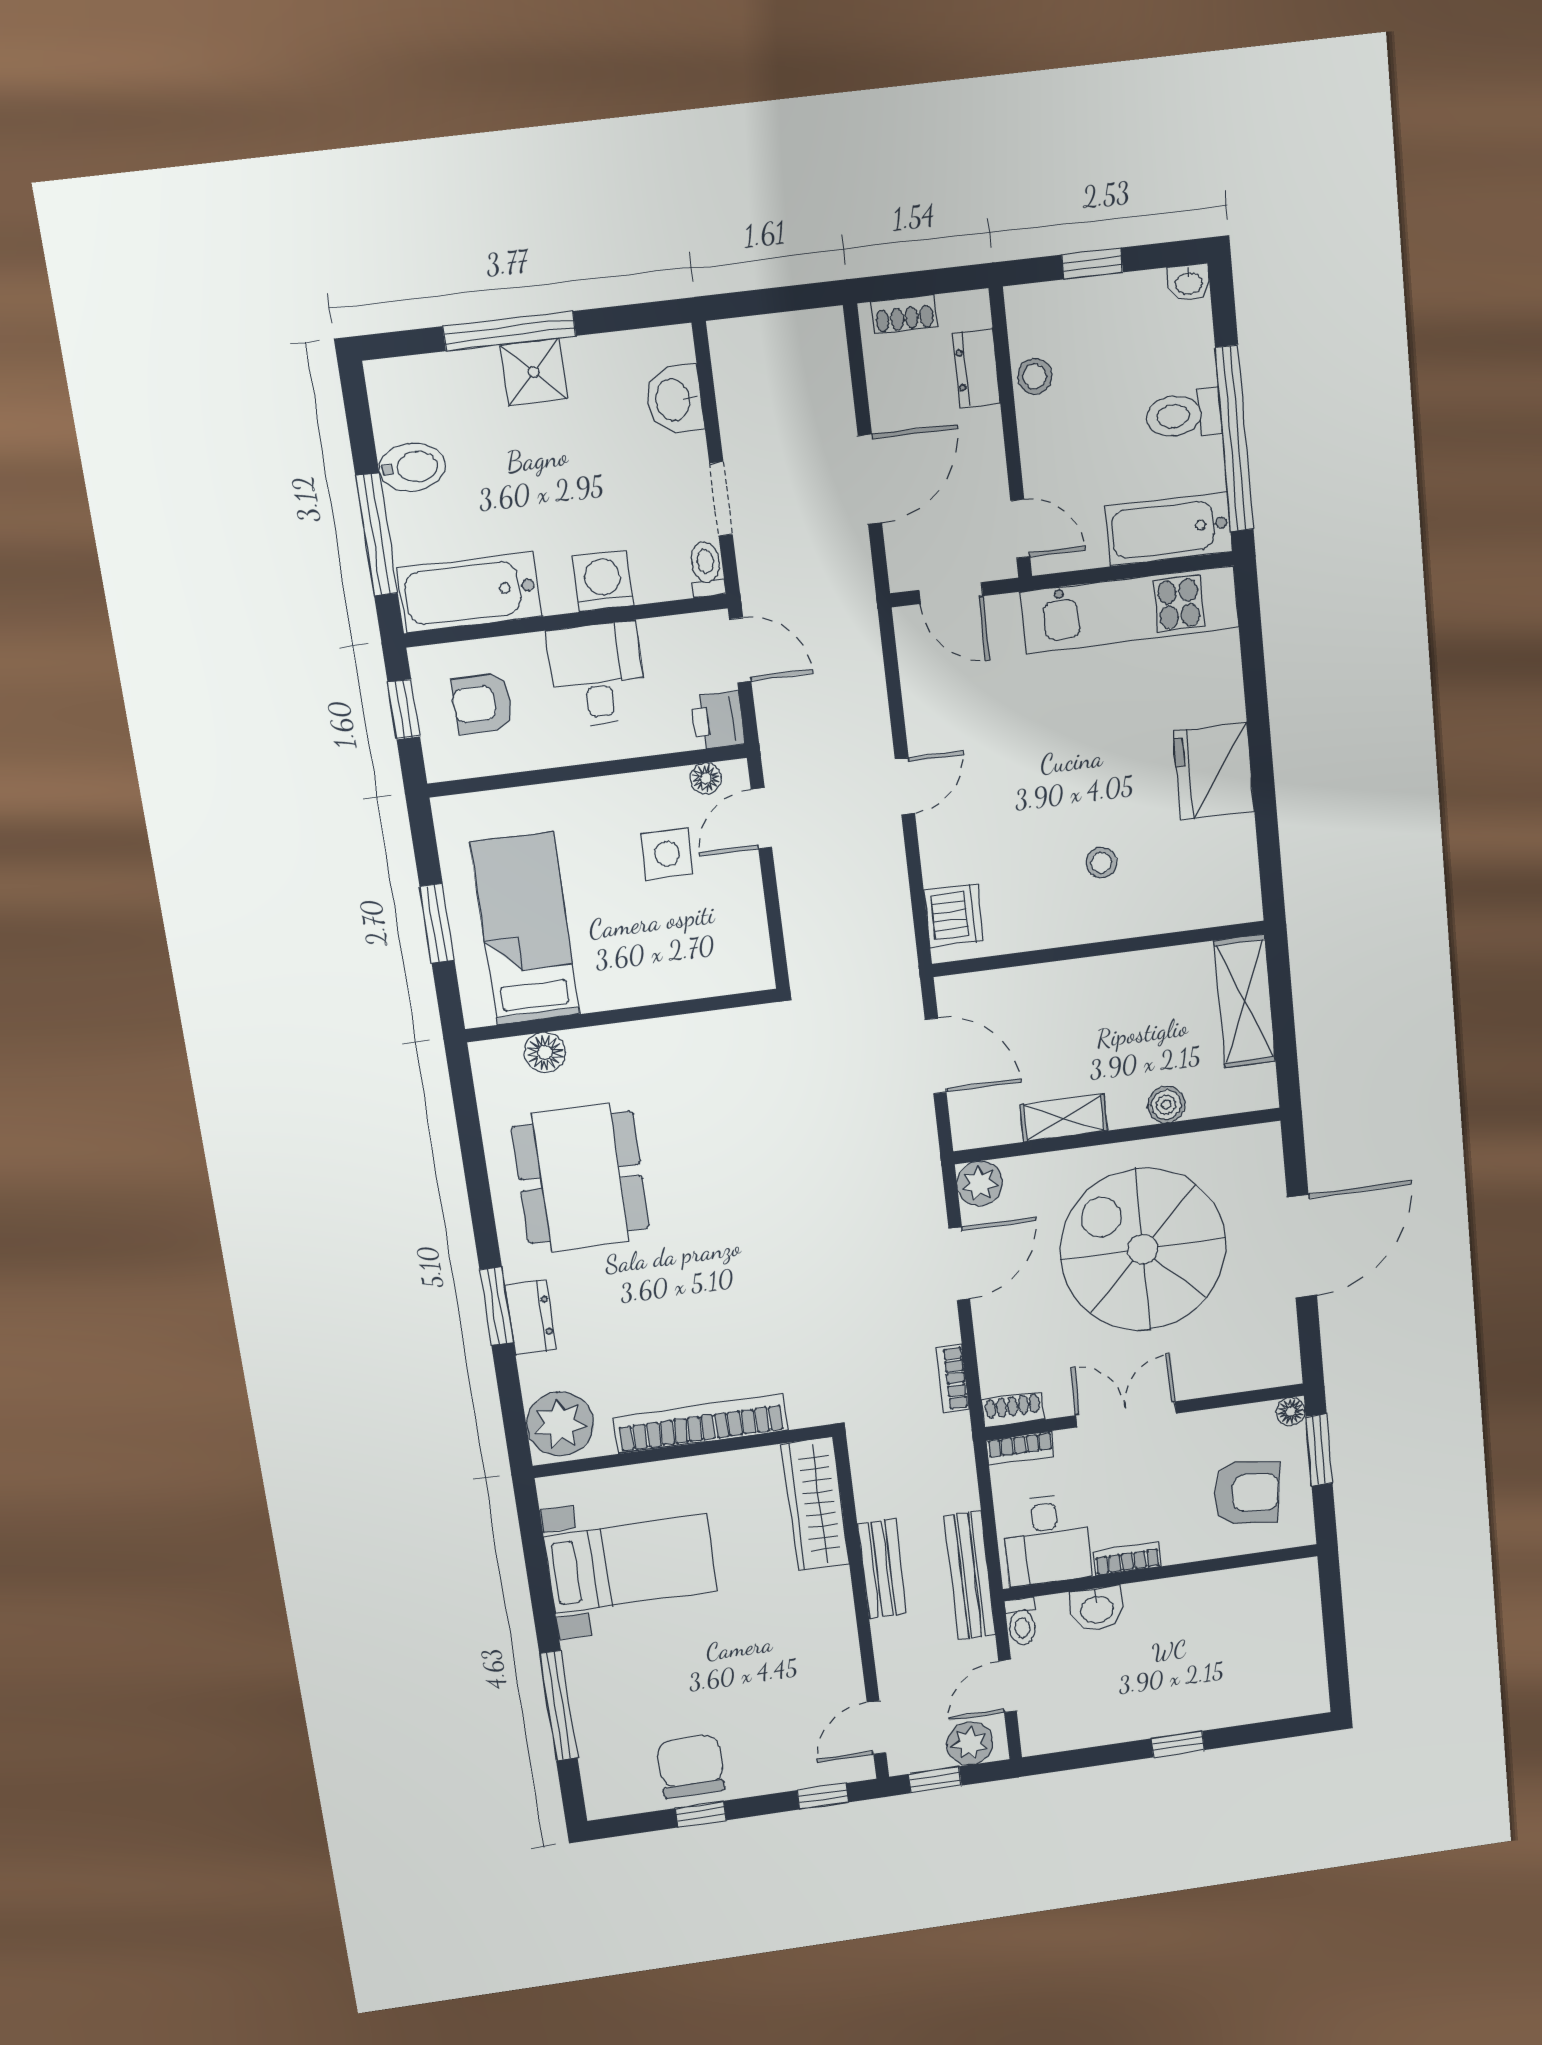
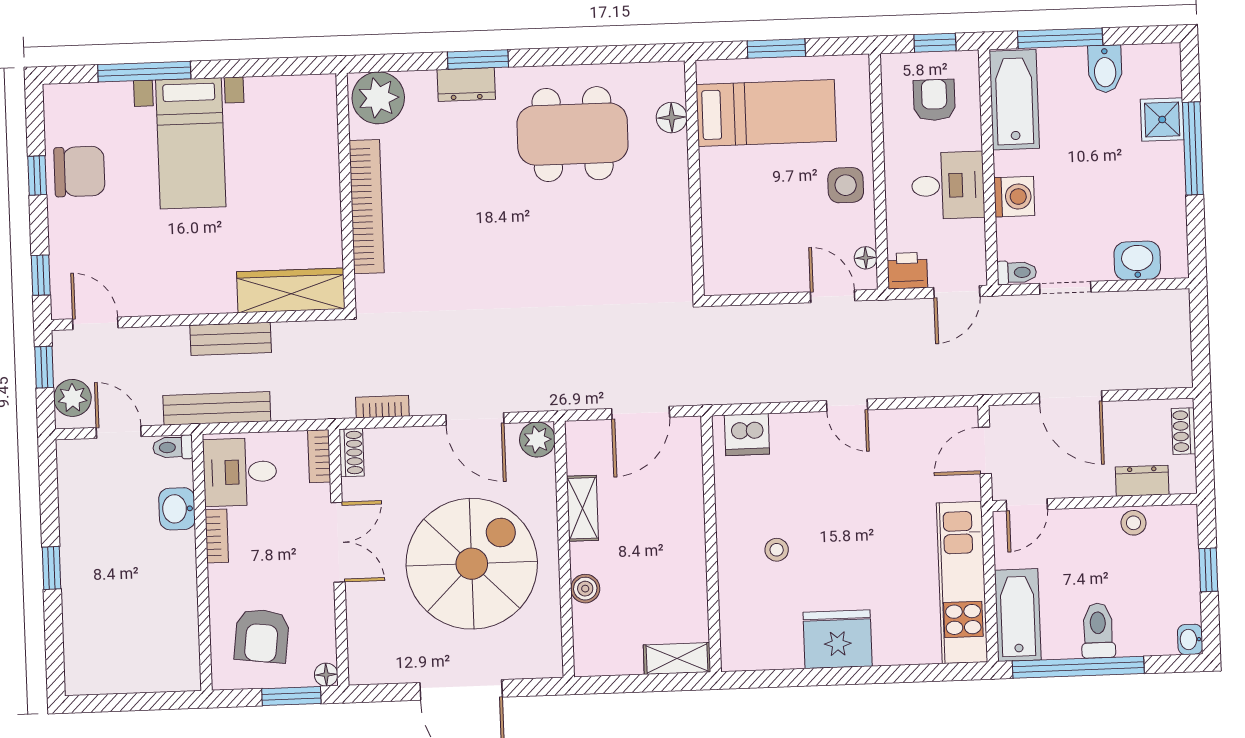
shower: (534, 372) -> (1162, 119), moved
side table: (667, 854) -> (846, 185), moved
shelving: (1245, 1001) -> (677, 658), width x0.67, depth x0.75
bed with nightstands: (631, 1564) -> (191, 143), moved

